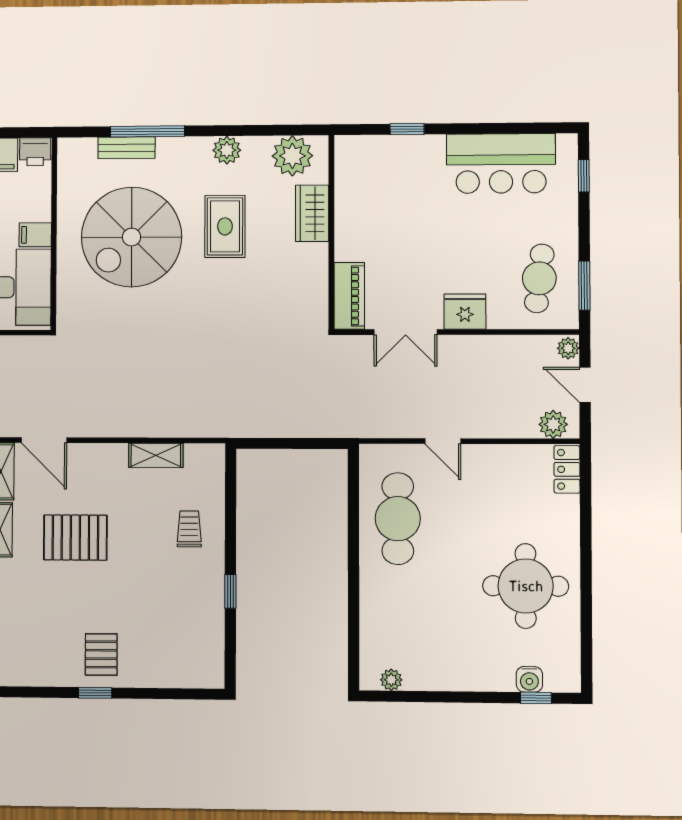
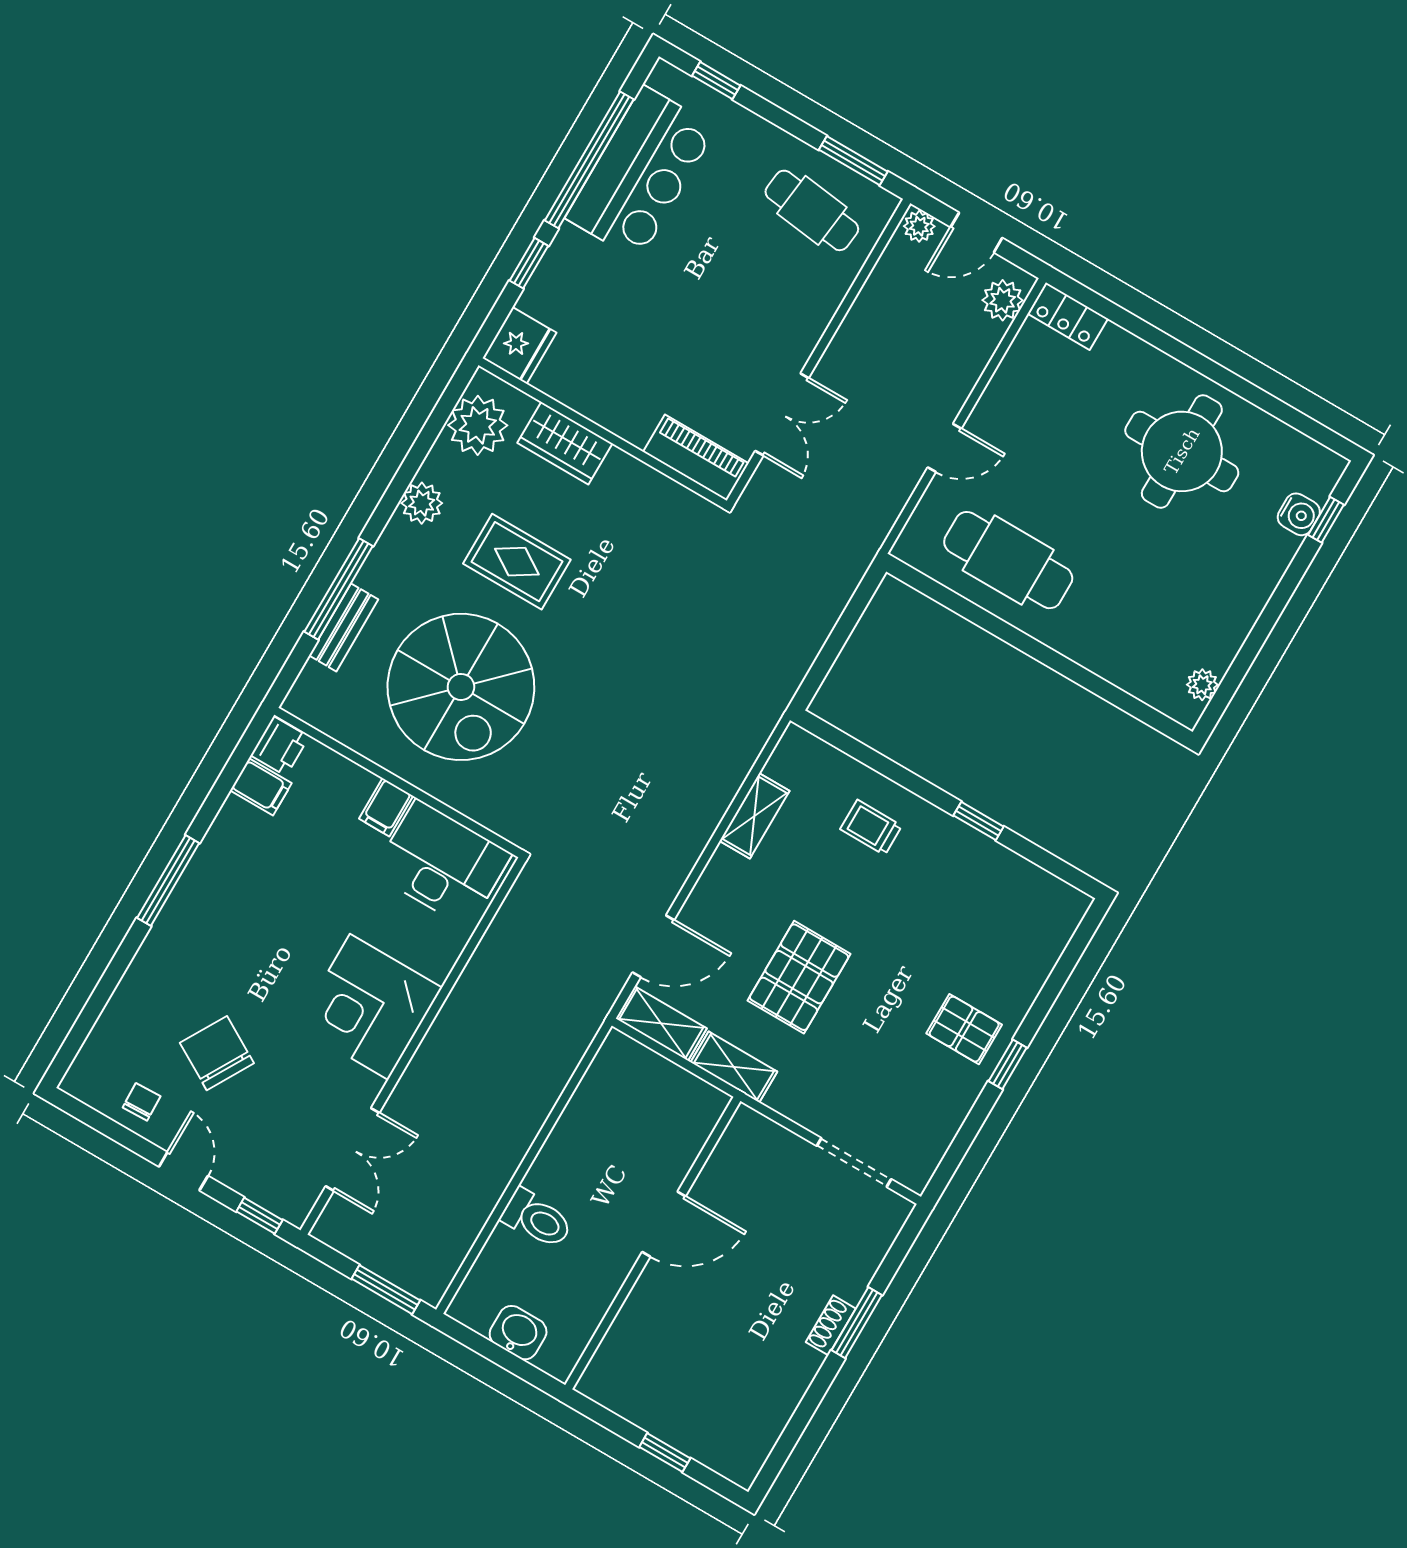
window: (490, 128) -> (589, 160), added
fridge: (465, 312) -> (520, 345), moved, turned 180

